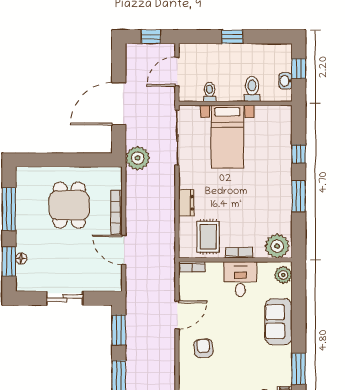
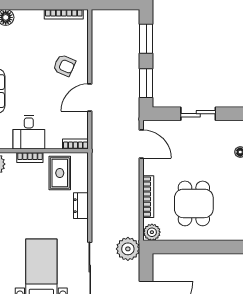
plant: (113, 175) -> (152, 232), added
door: (124, 250) -> (141, 144), moved
armchair: (203, 348) -> (64, 65), turned -60

